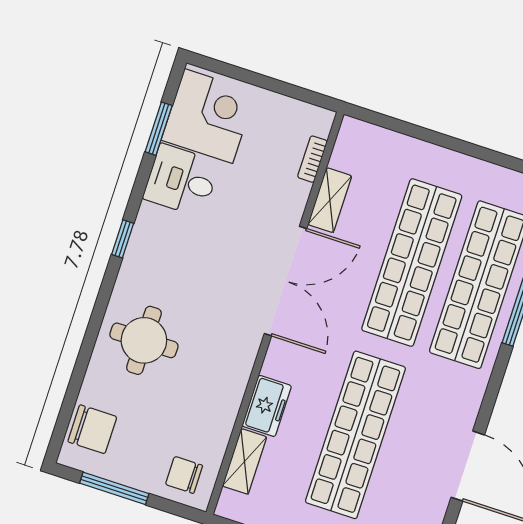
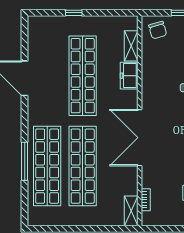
shelving: (330, 200) -> (131, 211), moved
chair: (184, 475) -> (158, 30), turned 74

